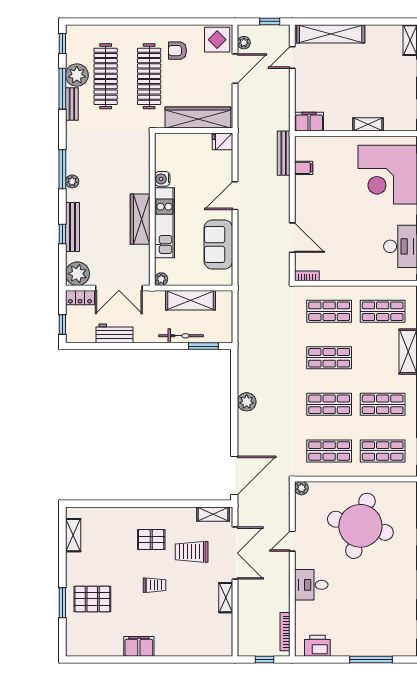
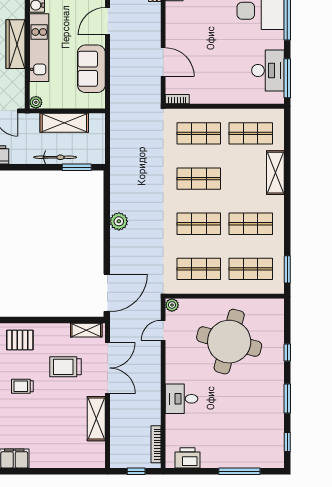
pallet: (151, 540) -> (20, 340), moved
door: (292, 541) -> (163, 330), moved
trolley: (154, 585) -> (22, 386), moved, turned 180
shelving: (226, 598) -> (96, 419), width x1.50, depth x1.33

